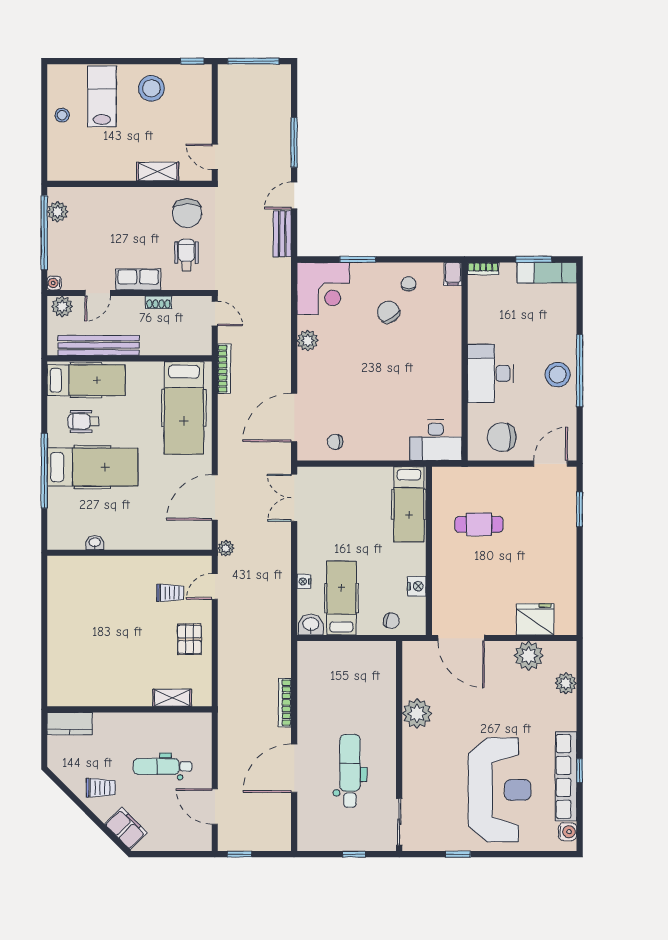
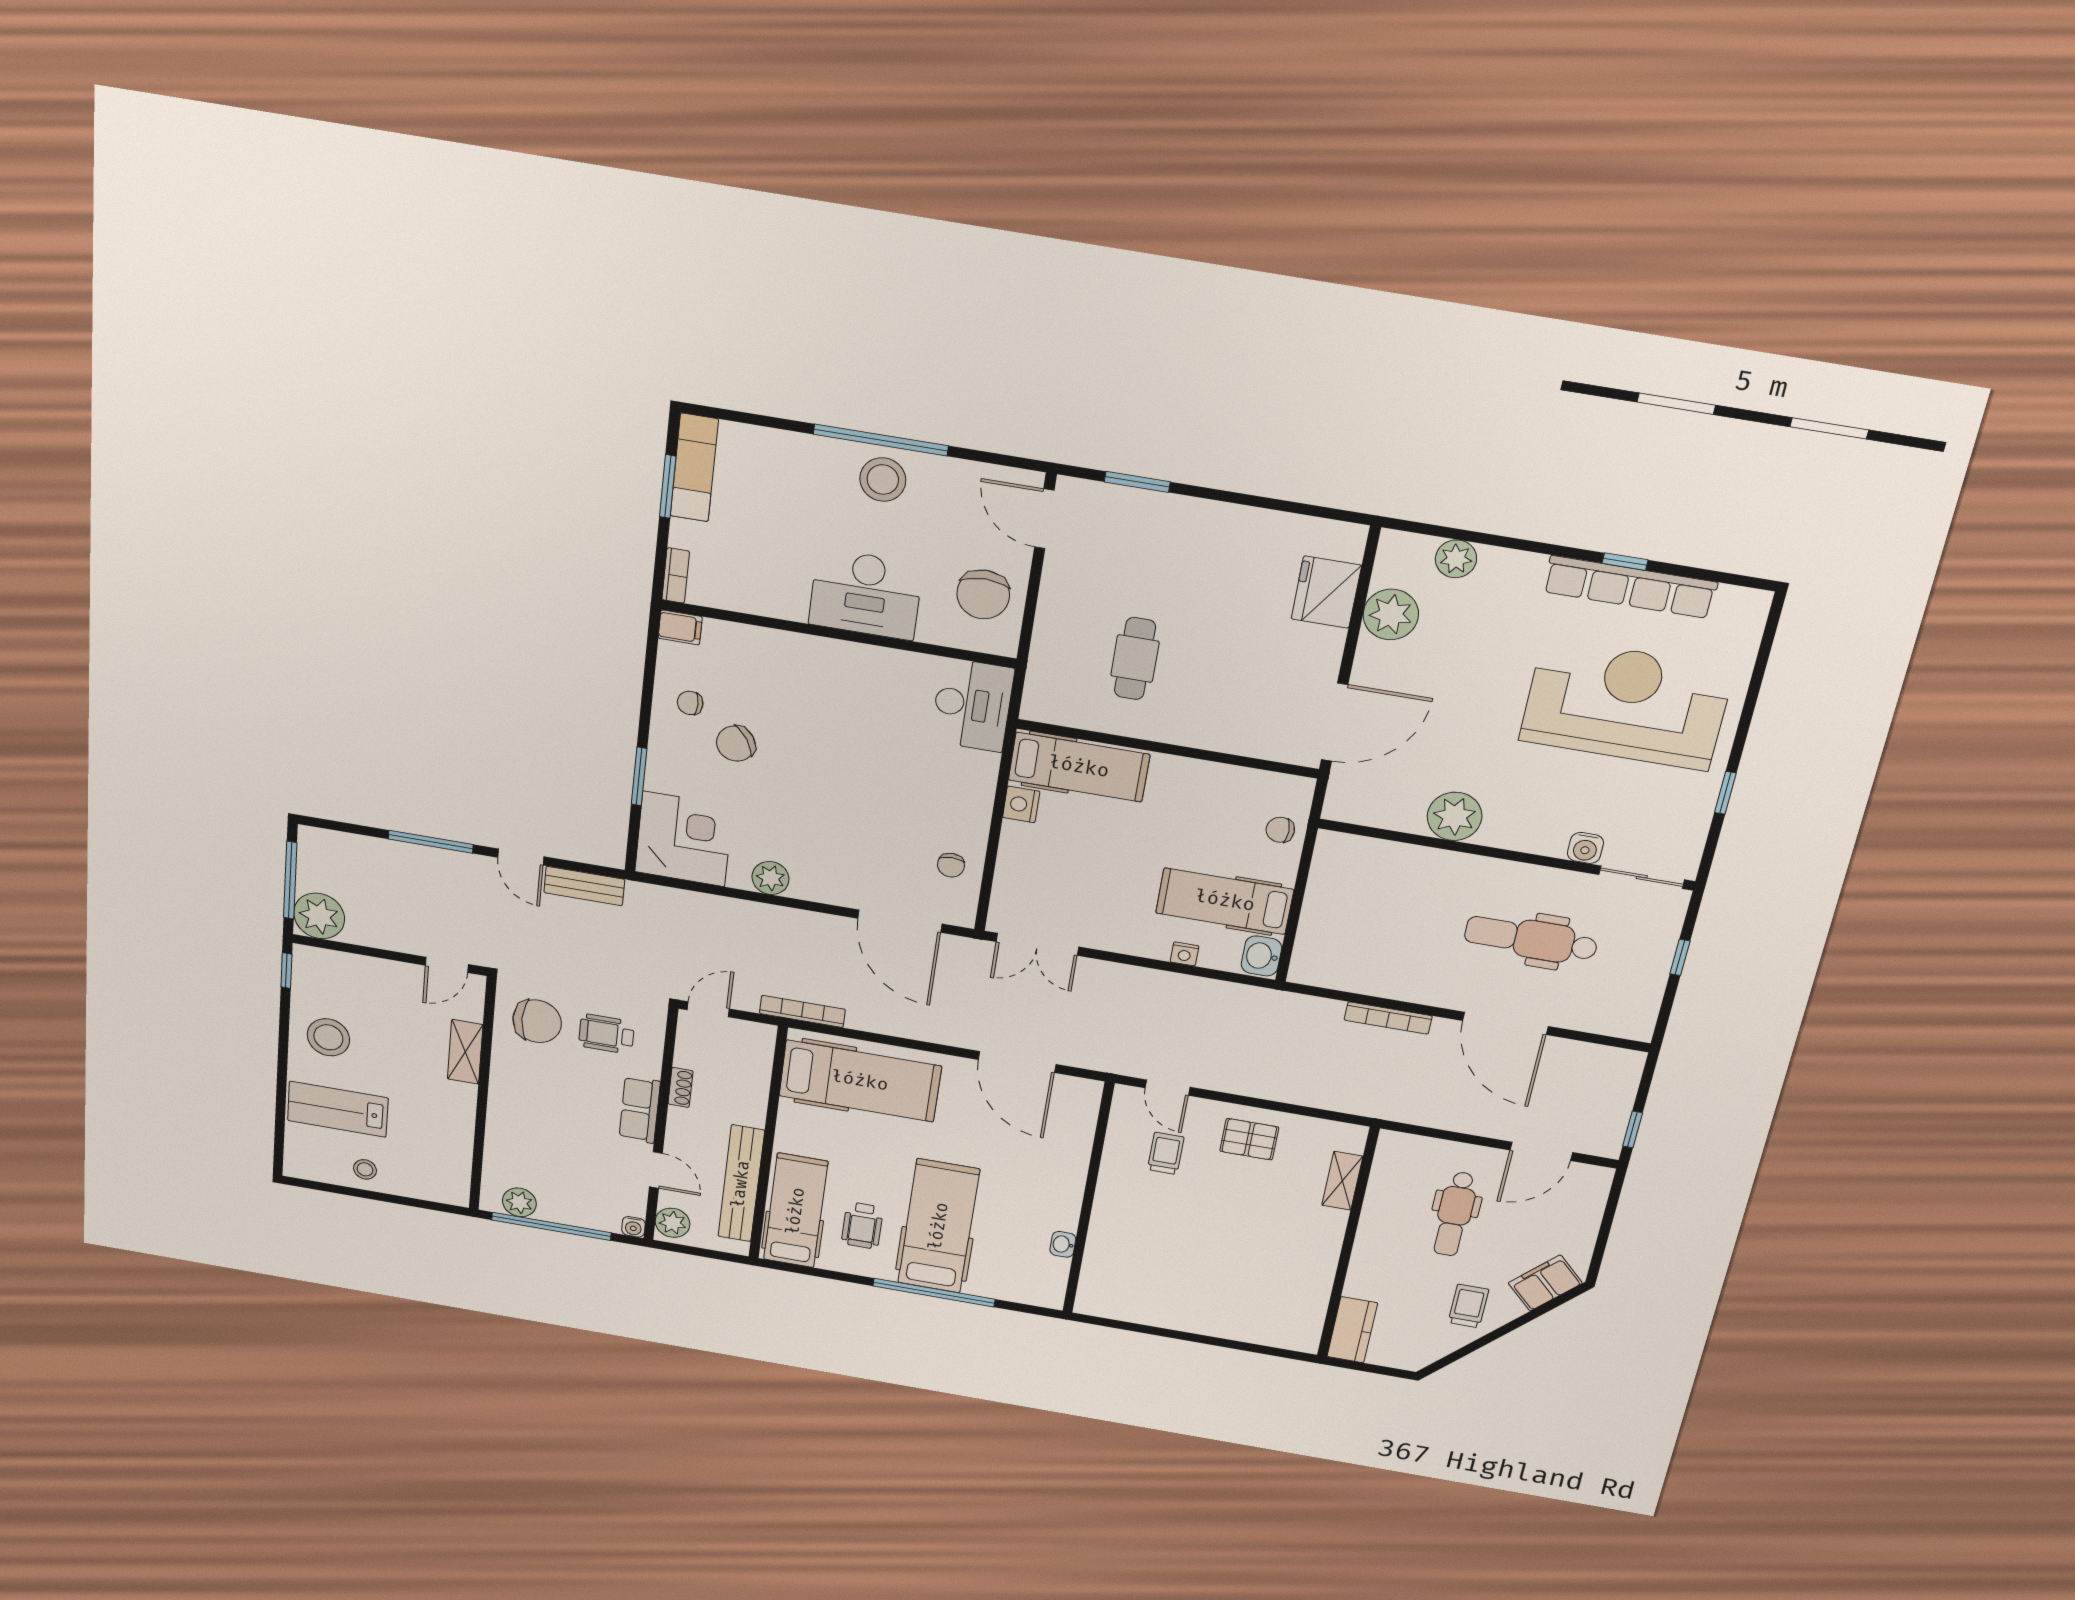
plant: (226, 548) -> (319, 916), moved, width x1.88, depth x1.88
nightstand: (417, 586) -> (1021, 804), moved, turned -90
chair: (391, 621) -> (1280, 830), turned -102
water cooler: (568, 832) -> (1585, 848), moved, turned 180

